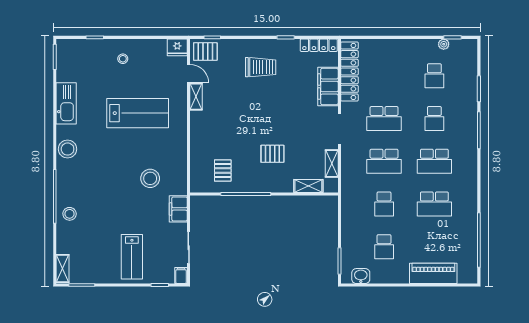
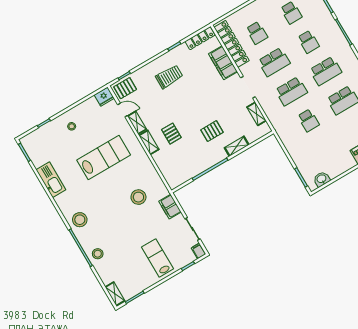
shelving: (196, 126) -> (149, 142), added
stool: (68, 149) -> (80, 220), moved
pallet: (223, 170) -> (171, 134), moved
shelving: (308, 186) -> (237, 146), moved
school desk: (384, 247) -> (257, 33), moved
lab bench: (132, 257) -> (158, 258), turned 180

